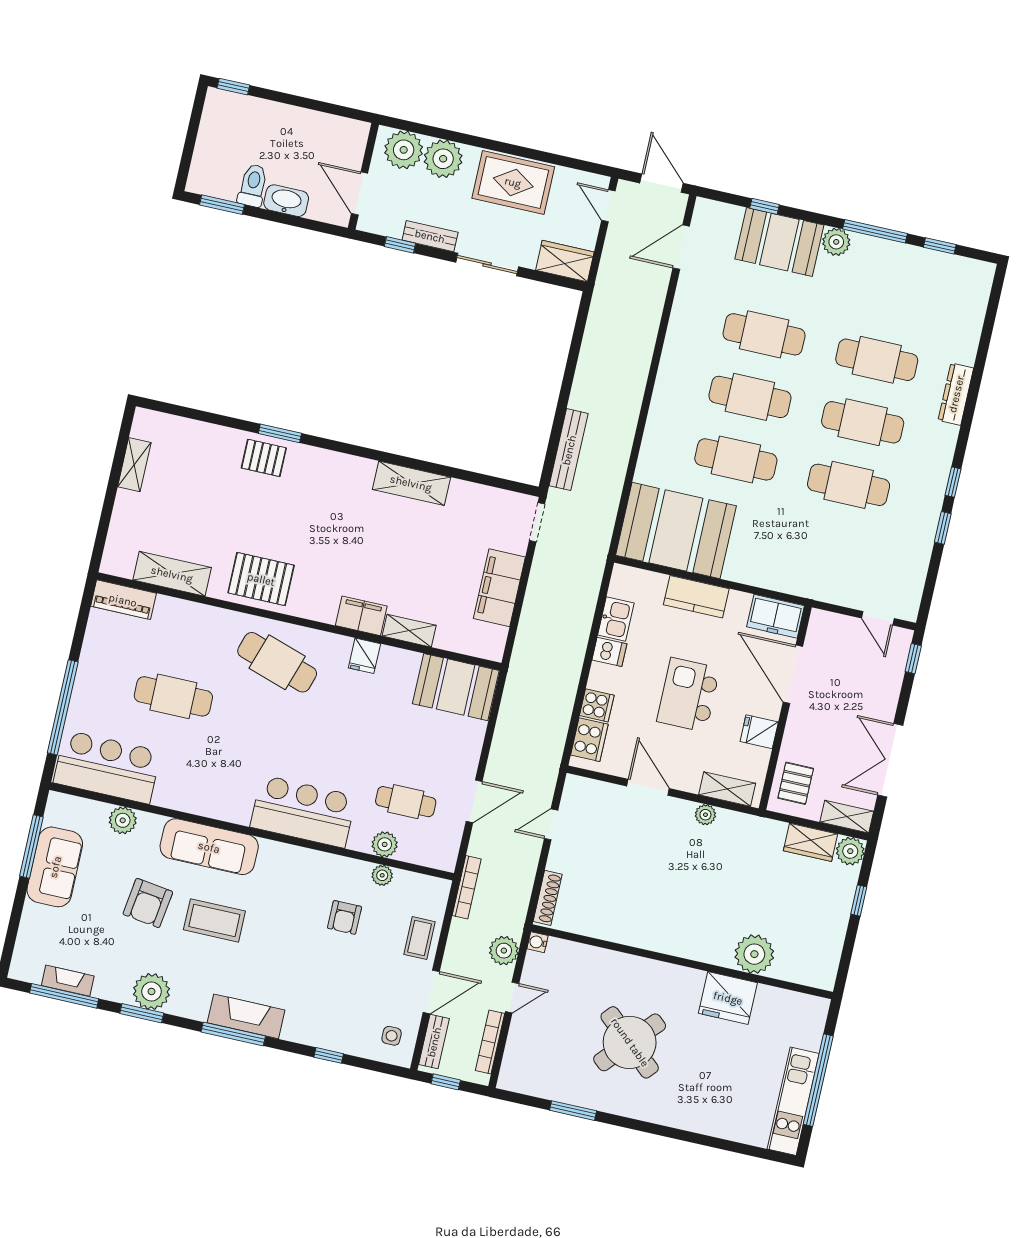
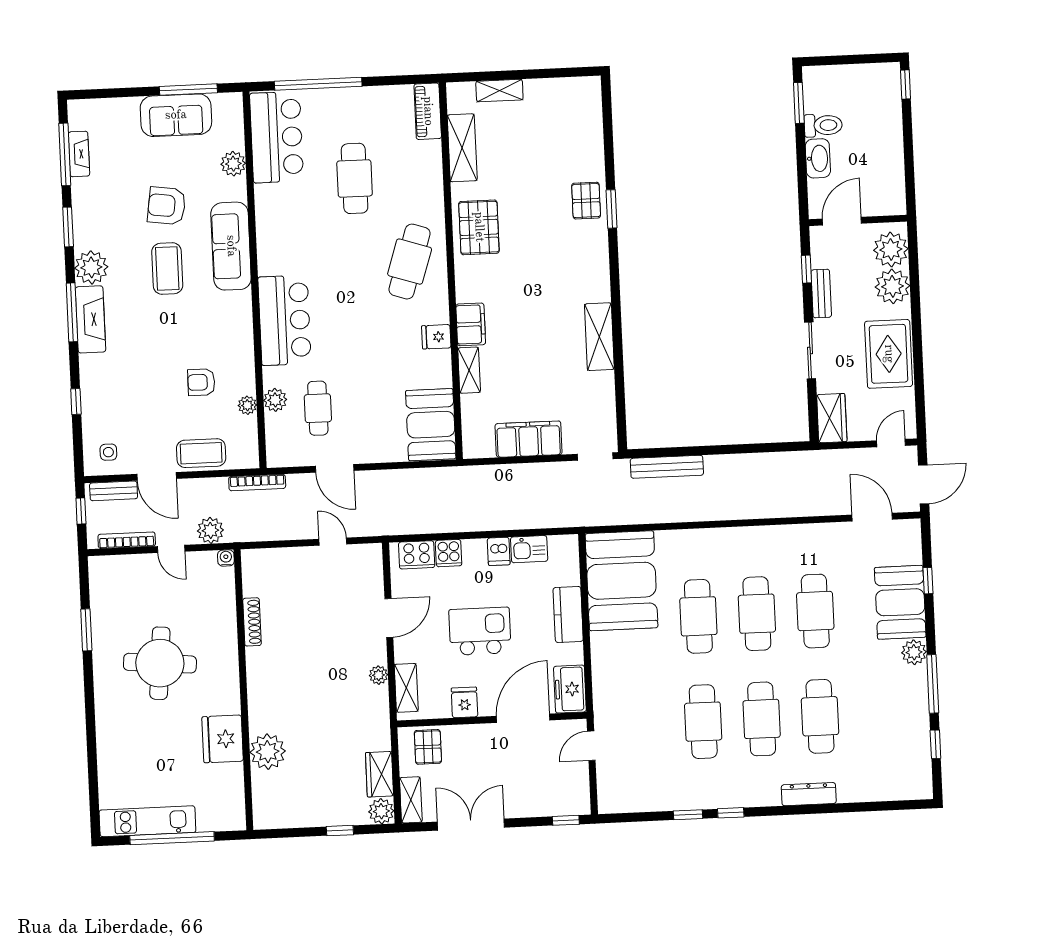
shelving: (134, 465) -> (499, 91), moved
door: (878, 618) -> (591, 746), moved
pallet: (796, 783) -> (428, 747), turned 90
shoe rack: (548, 898) -> (252, 622), moved, turned -90
coffee table: (419, 938) -> (201, 453), width x1.36, depth x1.30
plant: (152, 992) -> (91, 267), moved
round table: (630, 1042) -> (160, 663), turned -37

